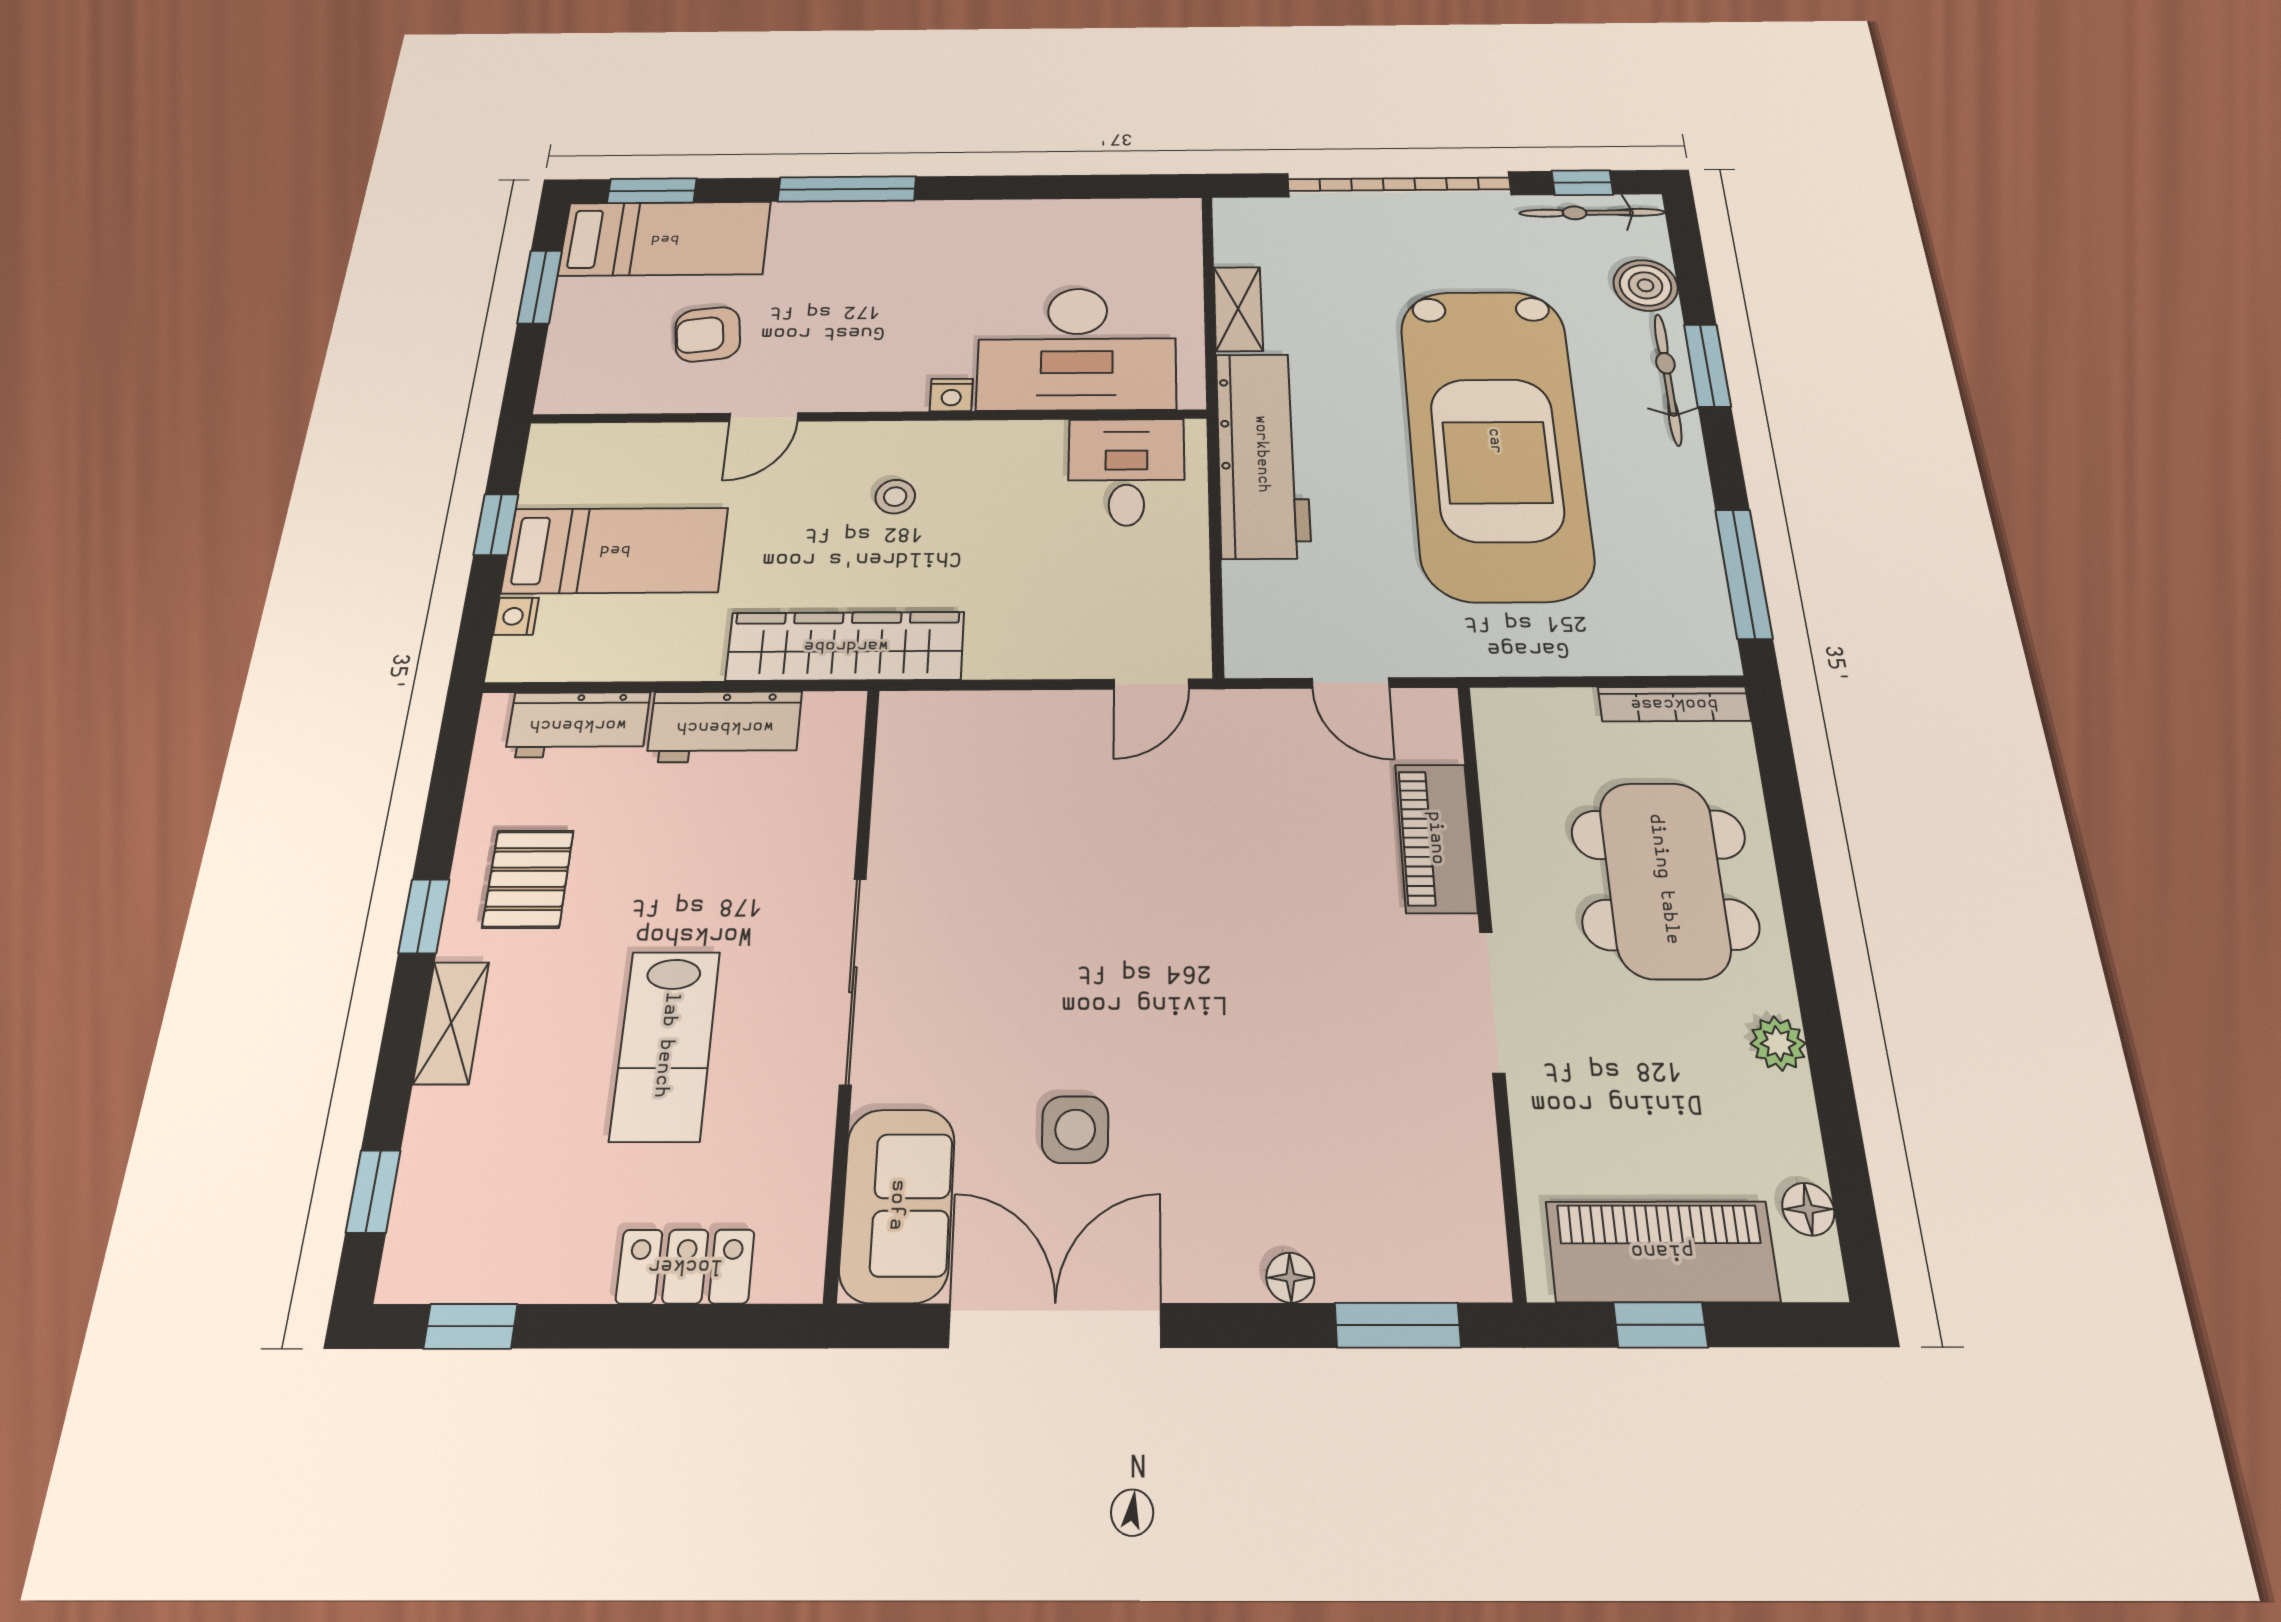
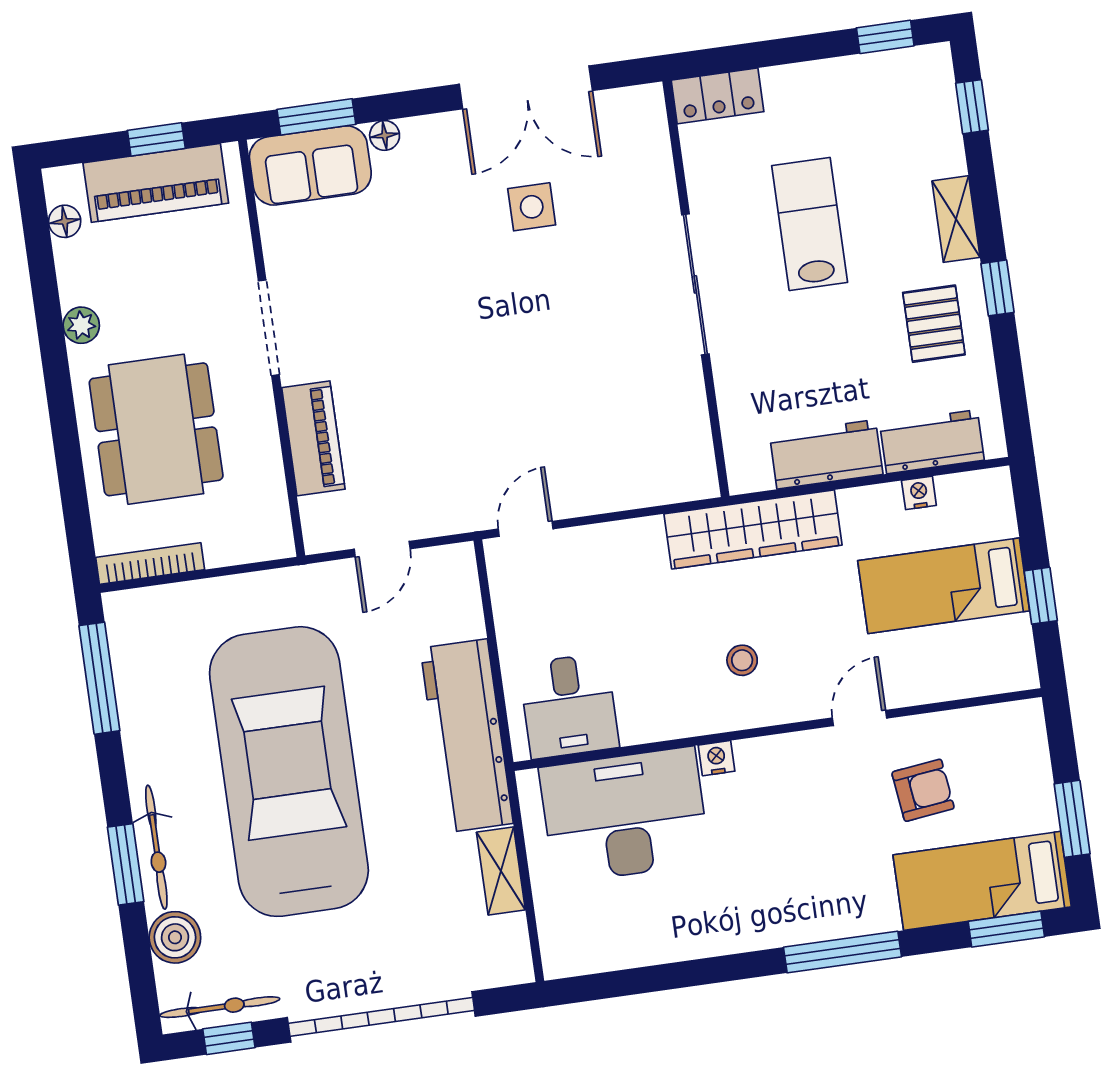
nightstand: (516, 616) -> (919, 493), moved, turned -90
door: (1351, 683) -> (382, 549), swing flipped
sofa: (897, 1205) -> (310, 166), moved, turned -90
locker: (685, 1266) -> (717, 96), moved

